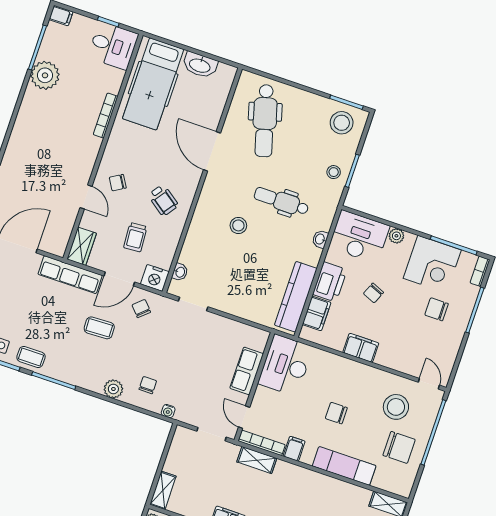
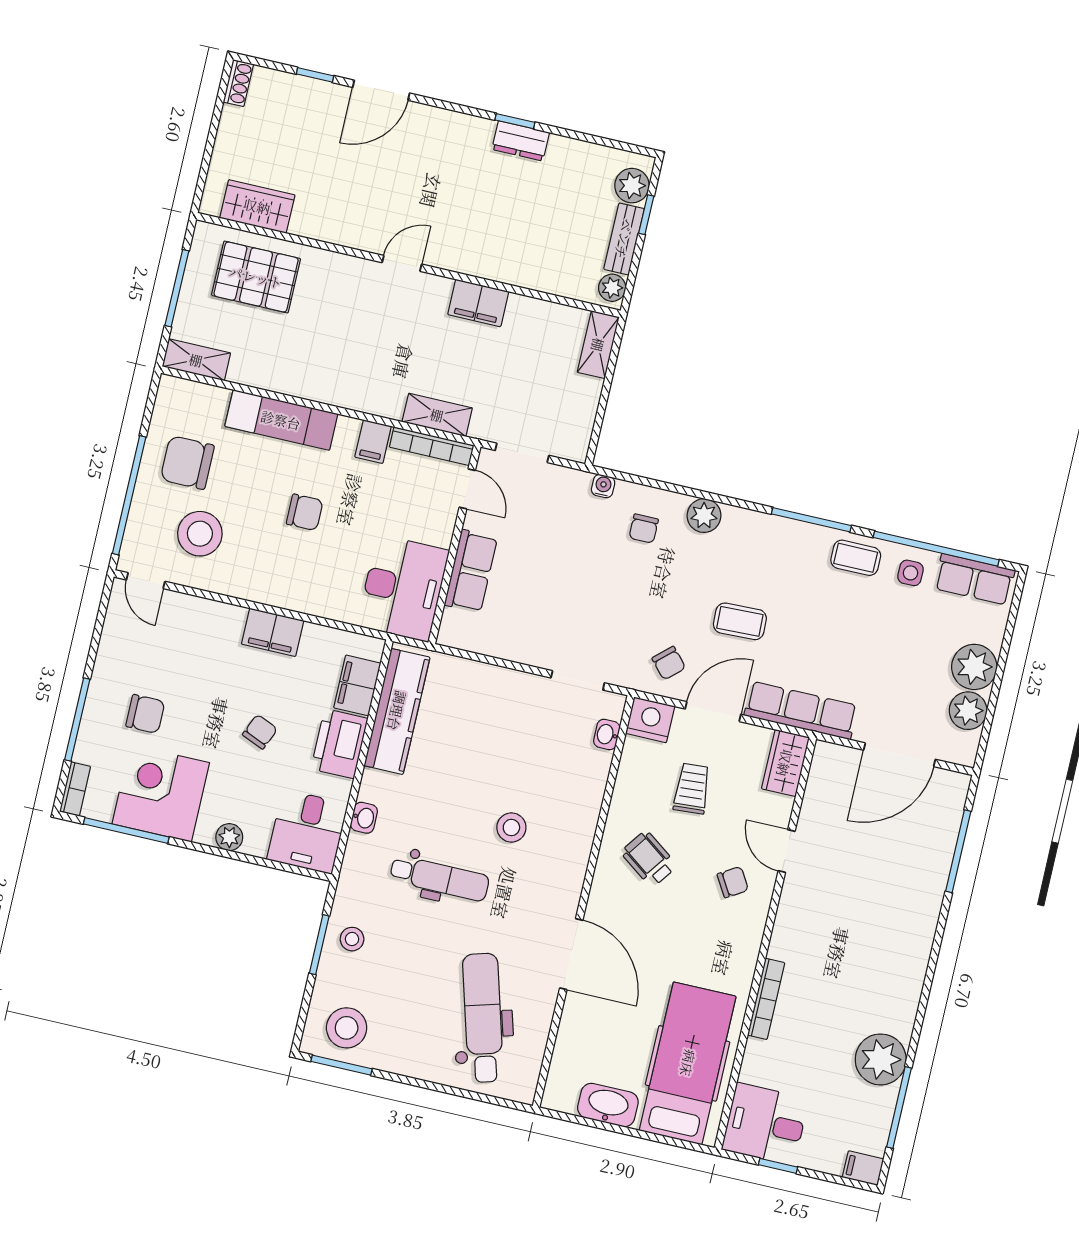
desk: (359, 237) -> (307, 832), width x0.73

